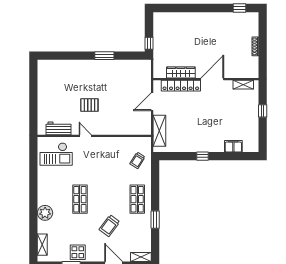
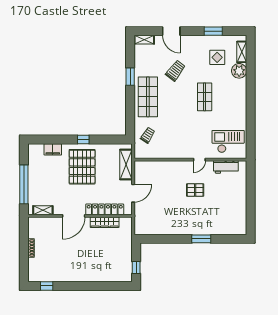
window: (149, 43) -> (136, 267), moved
window: (104, 56) -> (201, 239), moved
window: (263, 111) -> (24, 184), width x3.17
pallet: (204, 129) -> (82, 167), added
door: (85, 136) -> (199, 160), hinge flipped
shop shelf: (137, 199) -> (148, 97), width x1.43, depth x1.36
plant: (45, 213) -> (239, 71), moved
display table: (78, 252) -> (217, 57), moved

